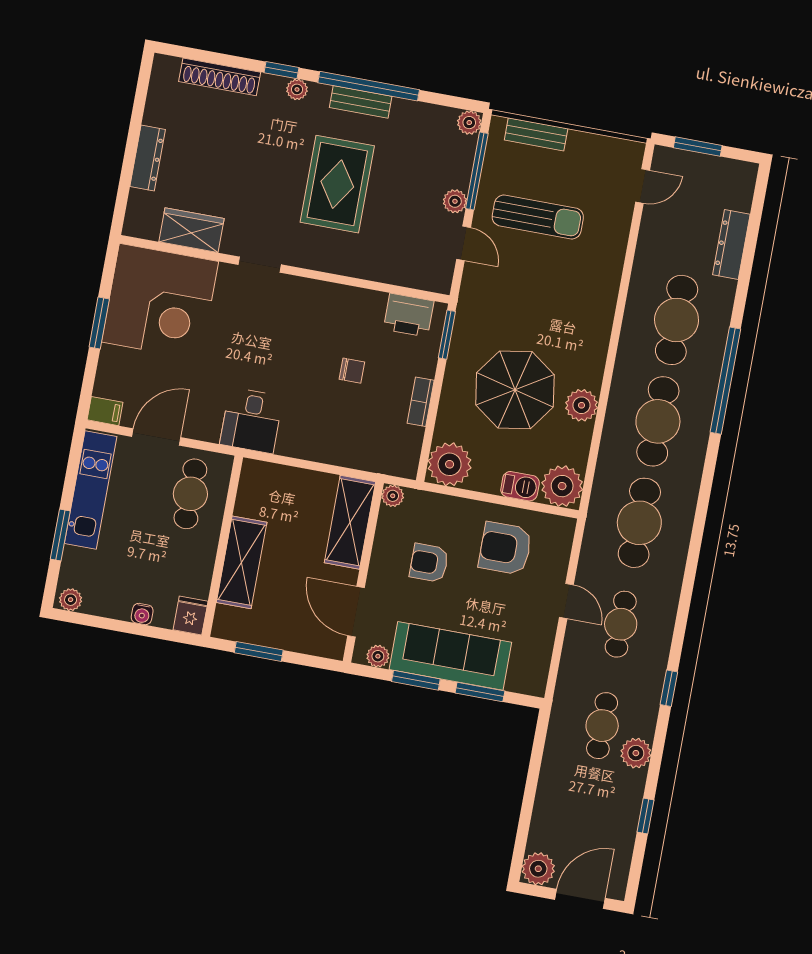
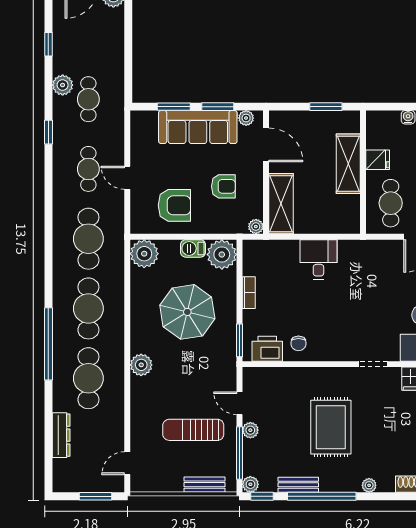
window: (282, 70) -> (262, 496), moved
bench: (361, 102) -> (298, 485), moved
chair: (352, 371) -> (298, 343), moved, turned -90
plant: (582, 405) -> (141, 365), moved
desk: (251, 420) -> (318, 259), moved
barbecue: (520, 486) -> (193, 248), moved
fridge: (191, 616) -> (378, 160), moved, turned -90

